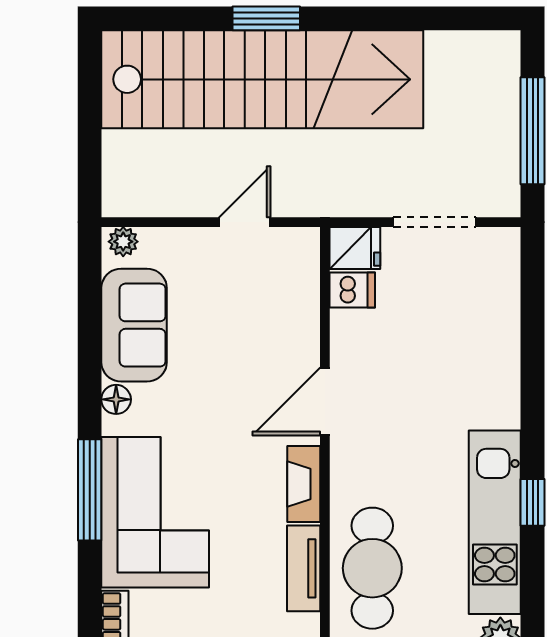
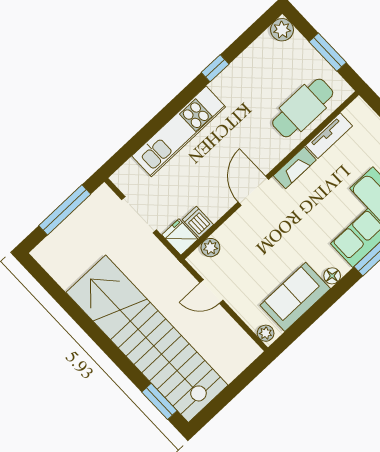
window: (266, 18) -> (159, 401), moved
plant: (303, 275) -> (210, 248), added
door: (325, 401) -> (253, 191), swing flipped
kitchen unit: (495, 522) -> (179, 131), moved

